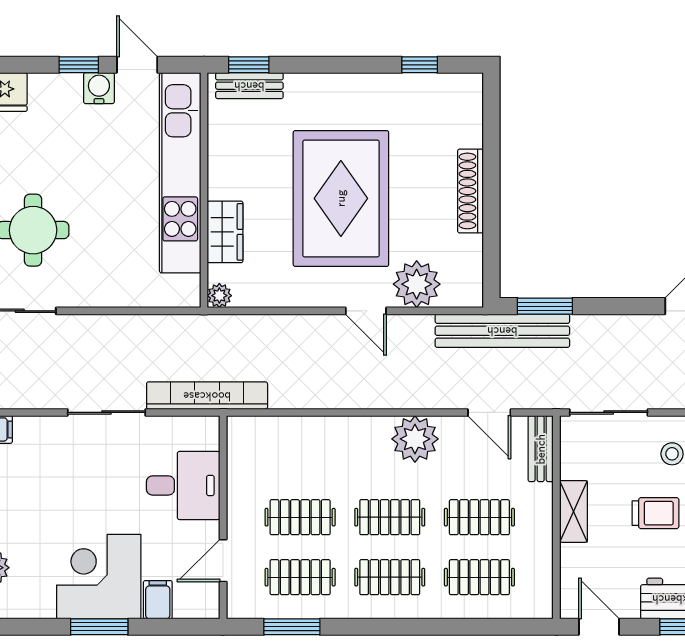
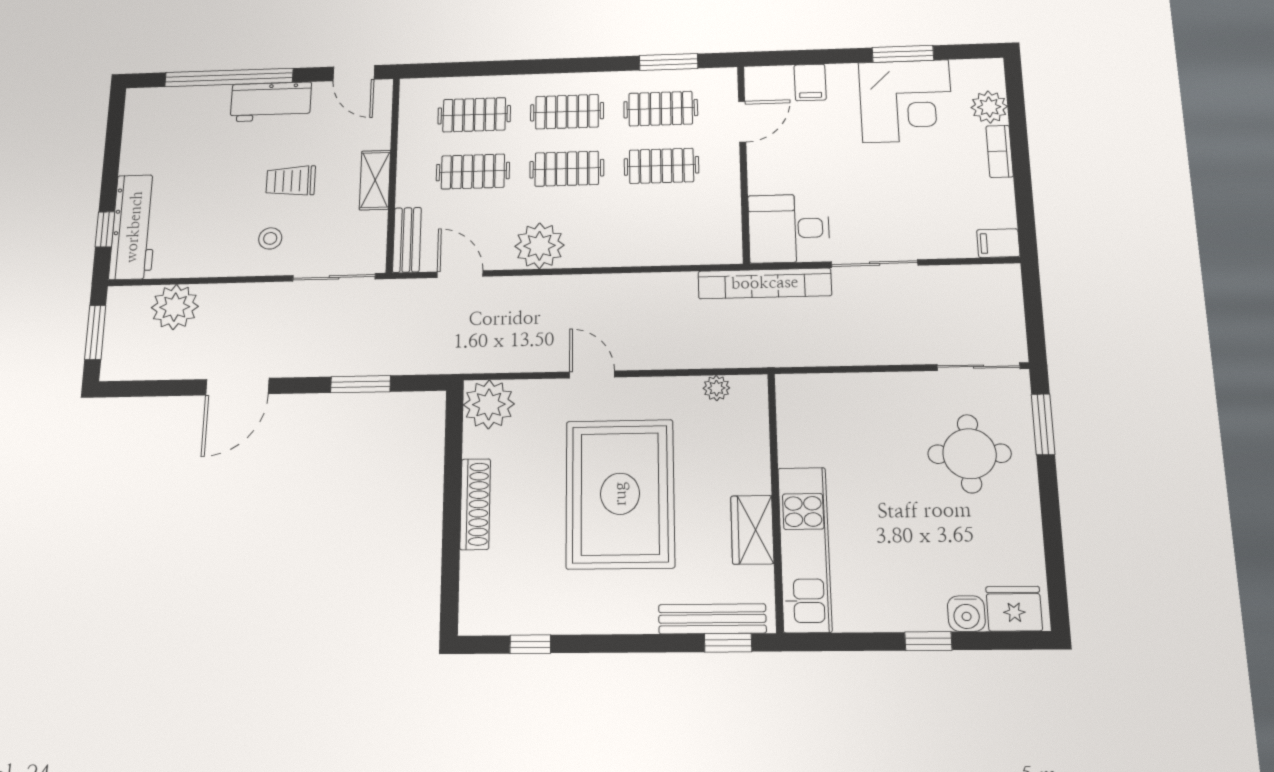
door: (137, 65) -> (859, 642), removed
bench: (249, 86) -> (712, 619), width x1.36
water cooler: (99, 88) -> (966, 614), moved
kitchen unit: (180, 173) -> (805, 549), width x0.73
wardrobe: (225, 232) -> (752, 530), moved
plant: (417, 284) -> (489, 404), moved
plant: (219, 296) -> (716, 388), moved
window: (545, 306) -> (361, 384), moved
bench: (502, 331) -> (444, 357), removed
desk: (183, 485) -> (789, 228), moved
corner desk: (99, 577) -> (906, 101), moved
window: (99, 627) -> (903, 54), moved

